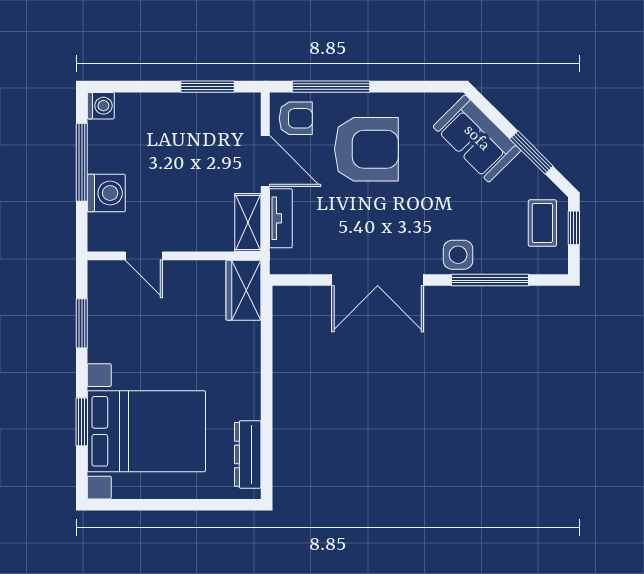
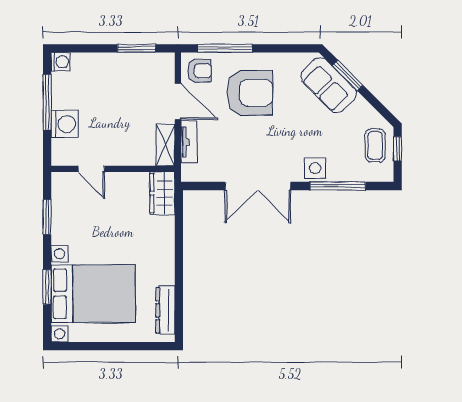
window: (531, 152) -> (348, 75), moved

